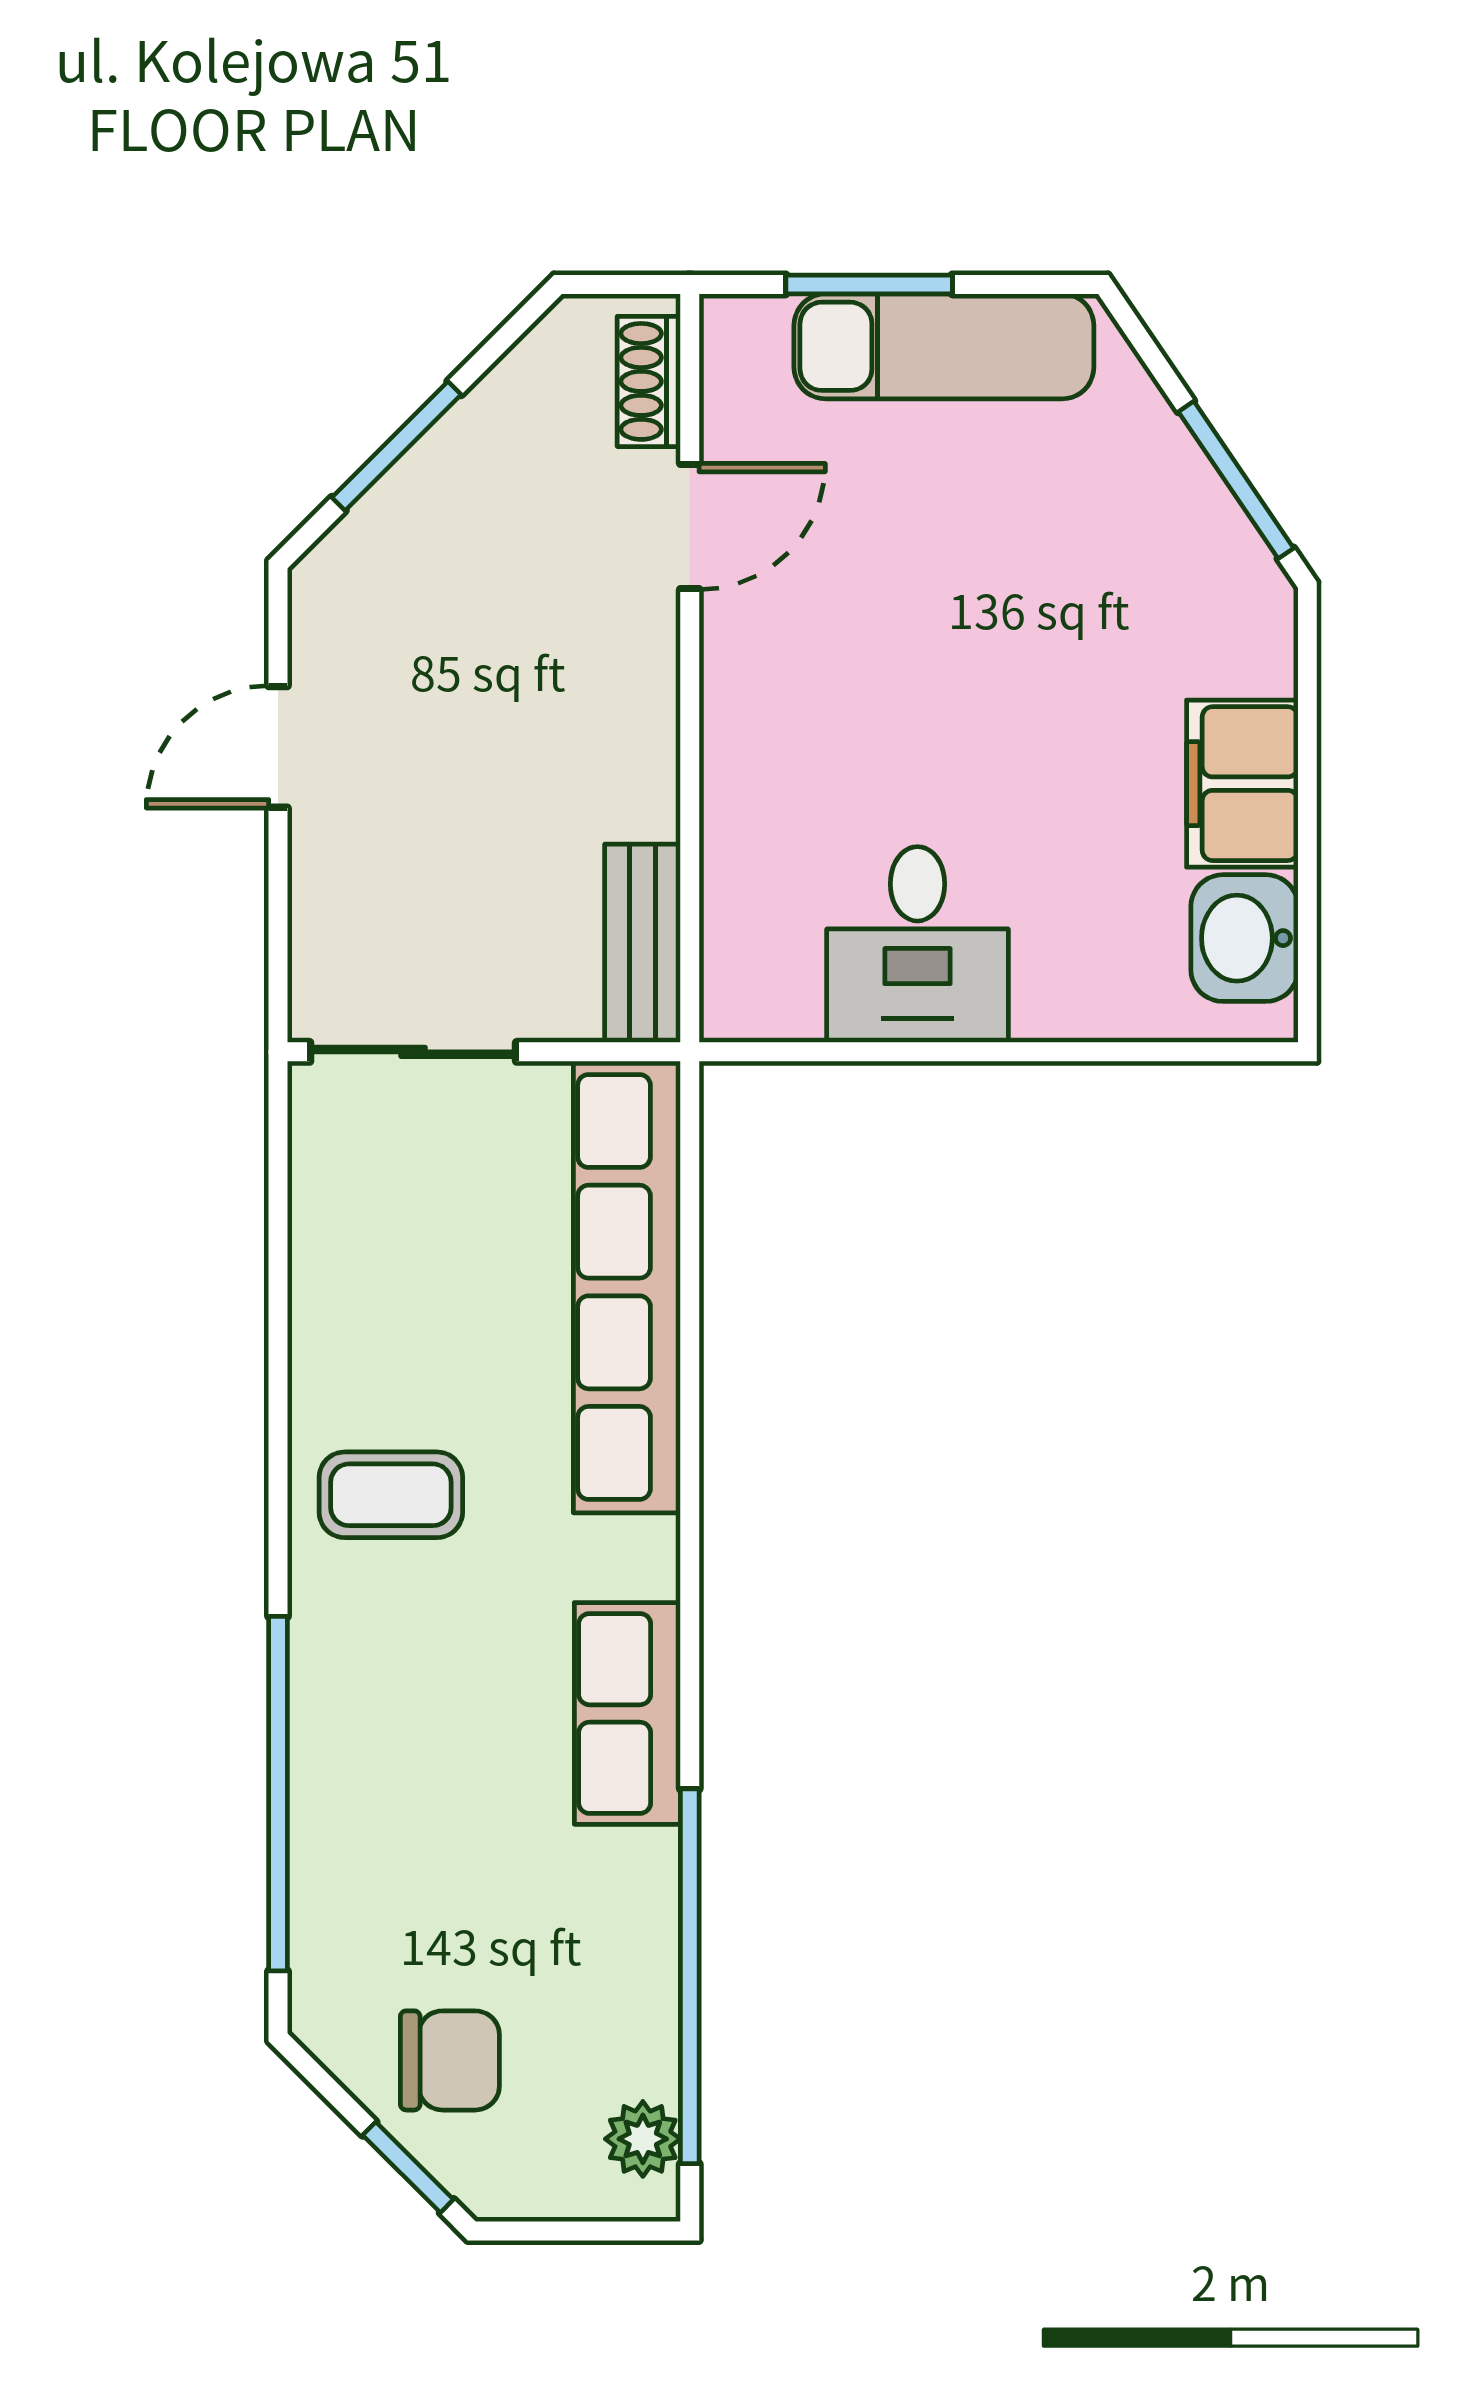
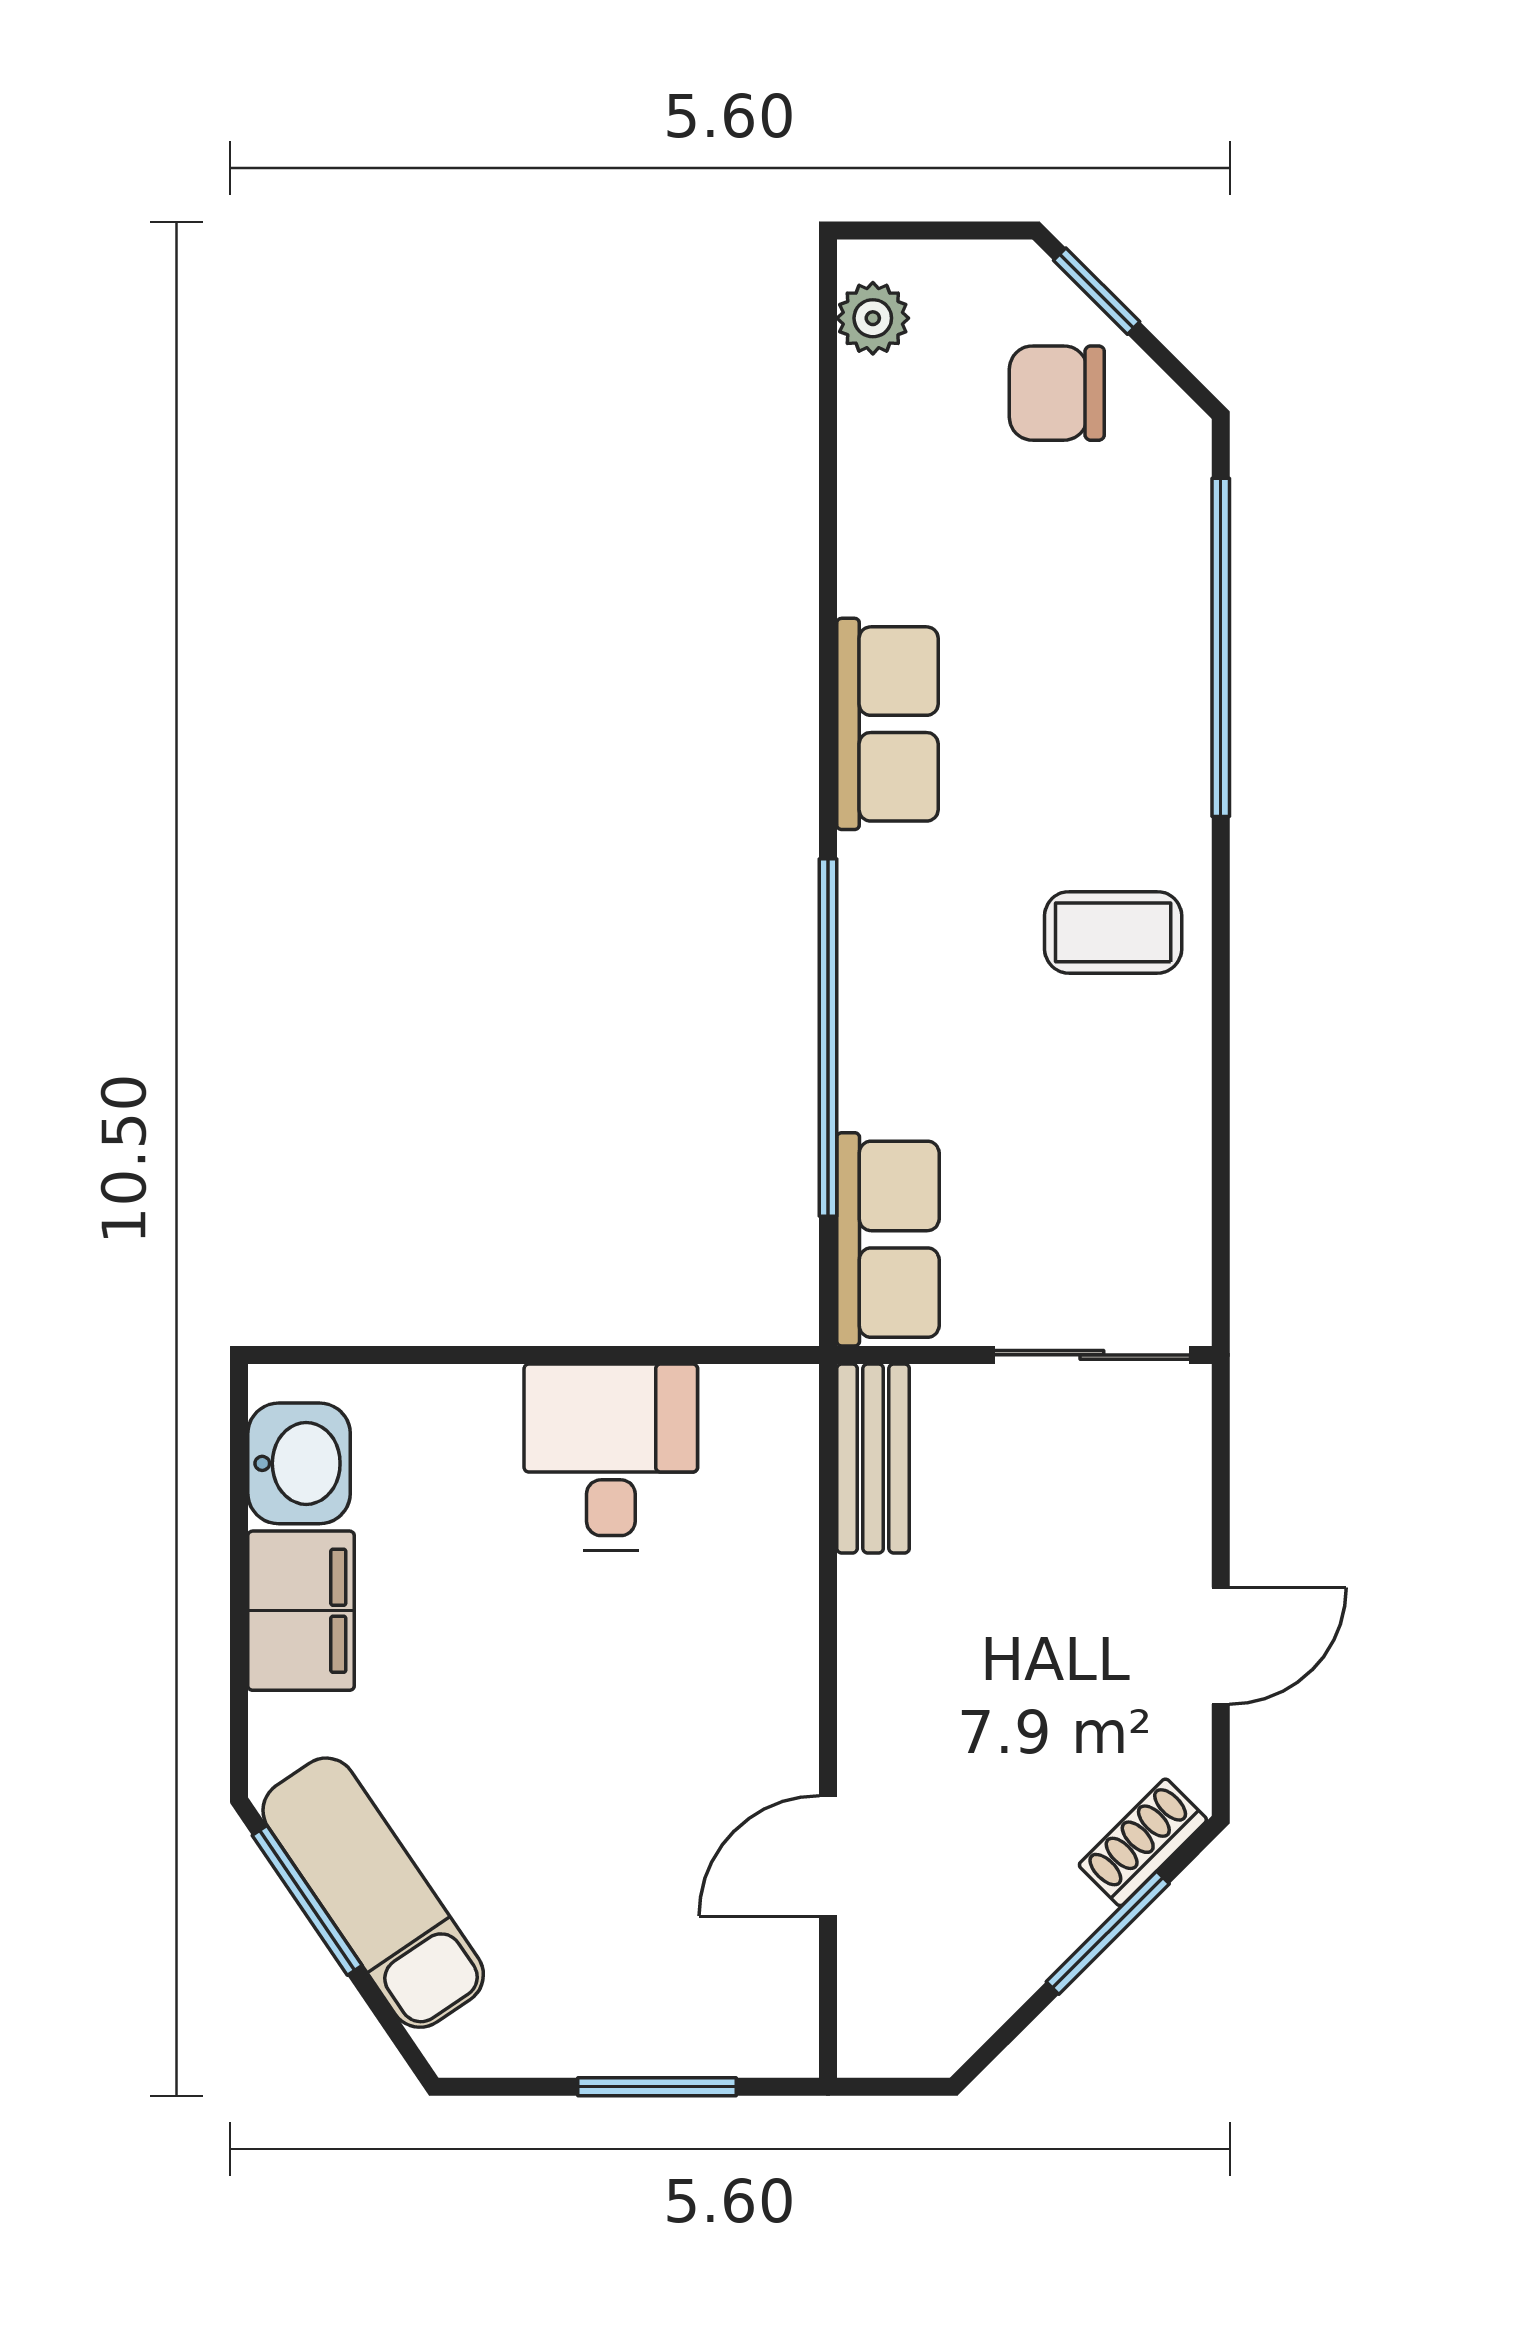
exam couch: (944, 346) -> (373, 1893), moved, turned 56
shoe rack: (649, 381) -> (1143, 1842), moved, turned -135
row of seats: (627, 1287) -> (888, 1239), width x0.50
window: (690, 1976) -> (828, 1038), moved

